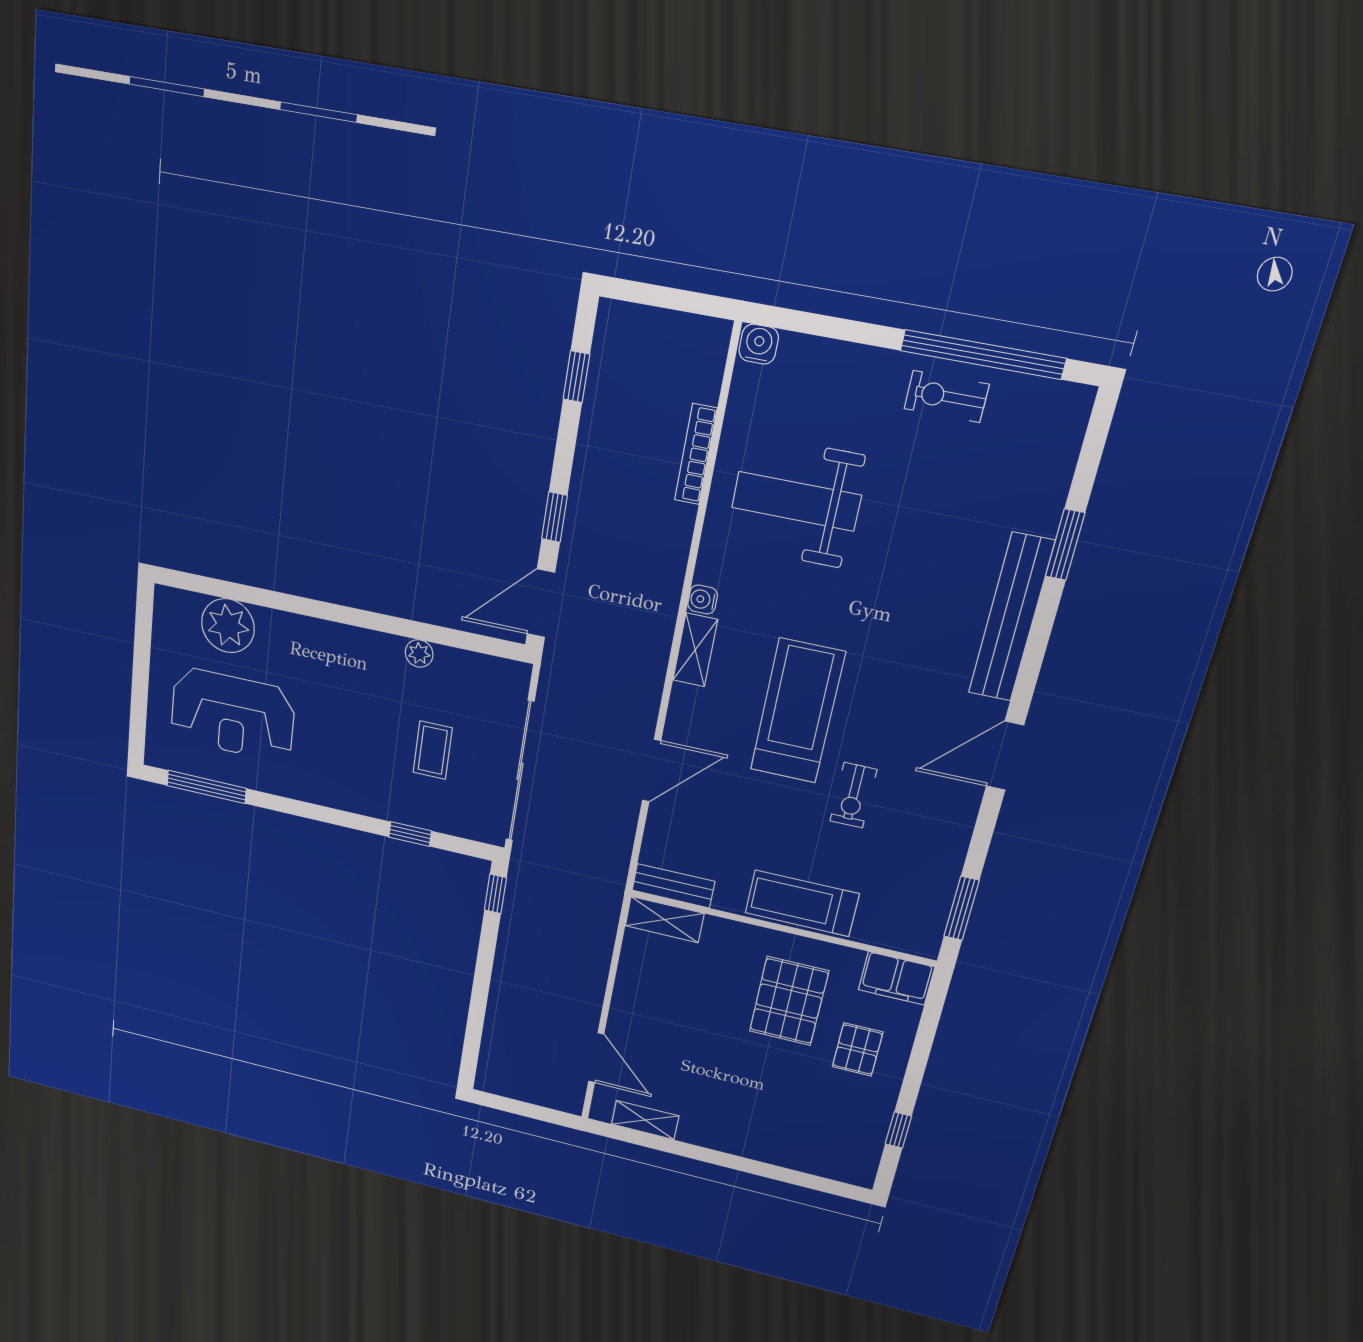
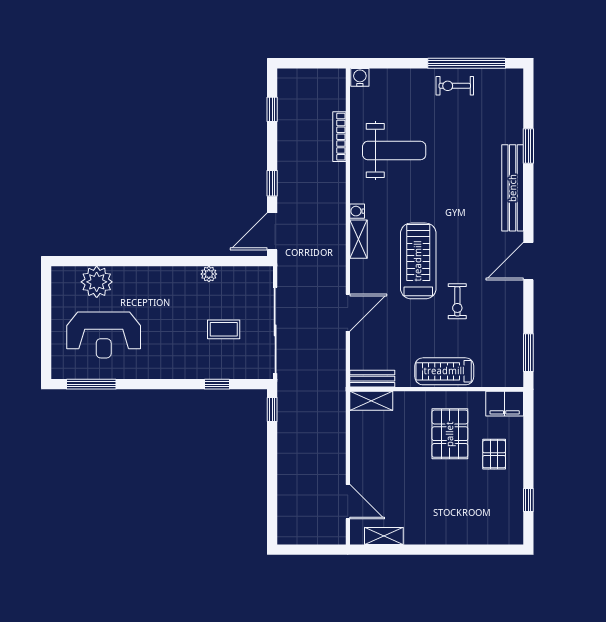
weight bench: (796, 501) -> (394, 151), turned 180
coffee table: (433, 750) -> (224, 329), turned 90

